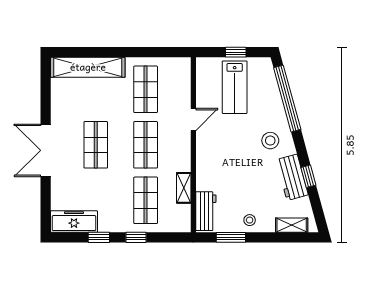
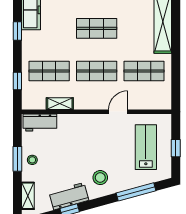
lab bench: (235, 87) -> (146, 147), turned 90
window: (287, 99) -> (136, 192), width x0.68
door: (193, 120) -> (118, 112), swing flipped
window: (136, 237) -> (17, 81), moved
window: (231, 237) -> (17, 159), moved

